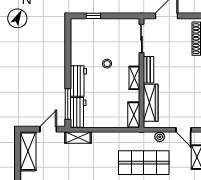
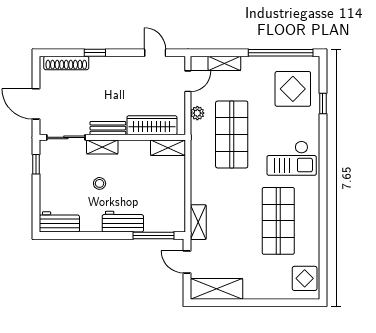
window: (93, 16) -> (36, 164), moved
shelving: (134, 78) -> (102, 147), moved
workbench: (78, 112) -> (59, 222), moved

